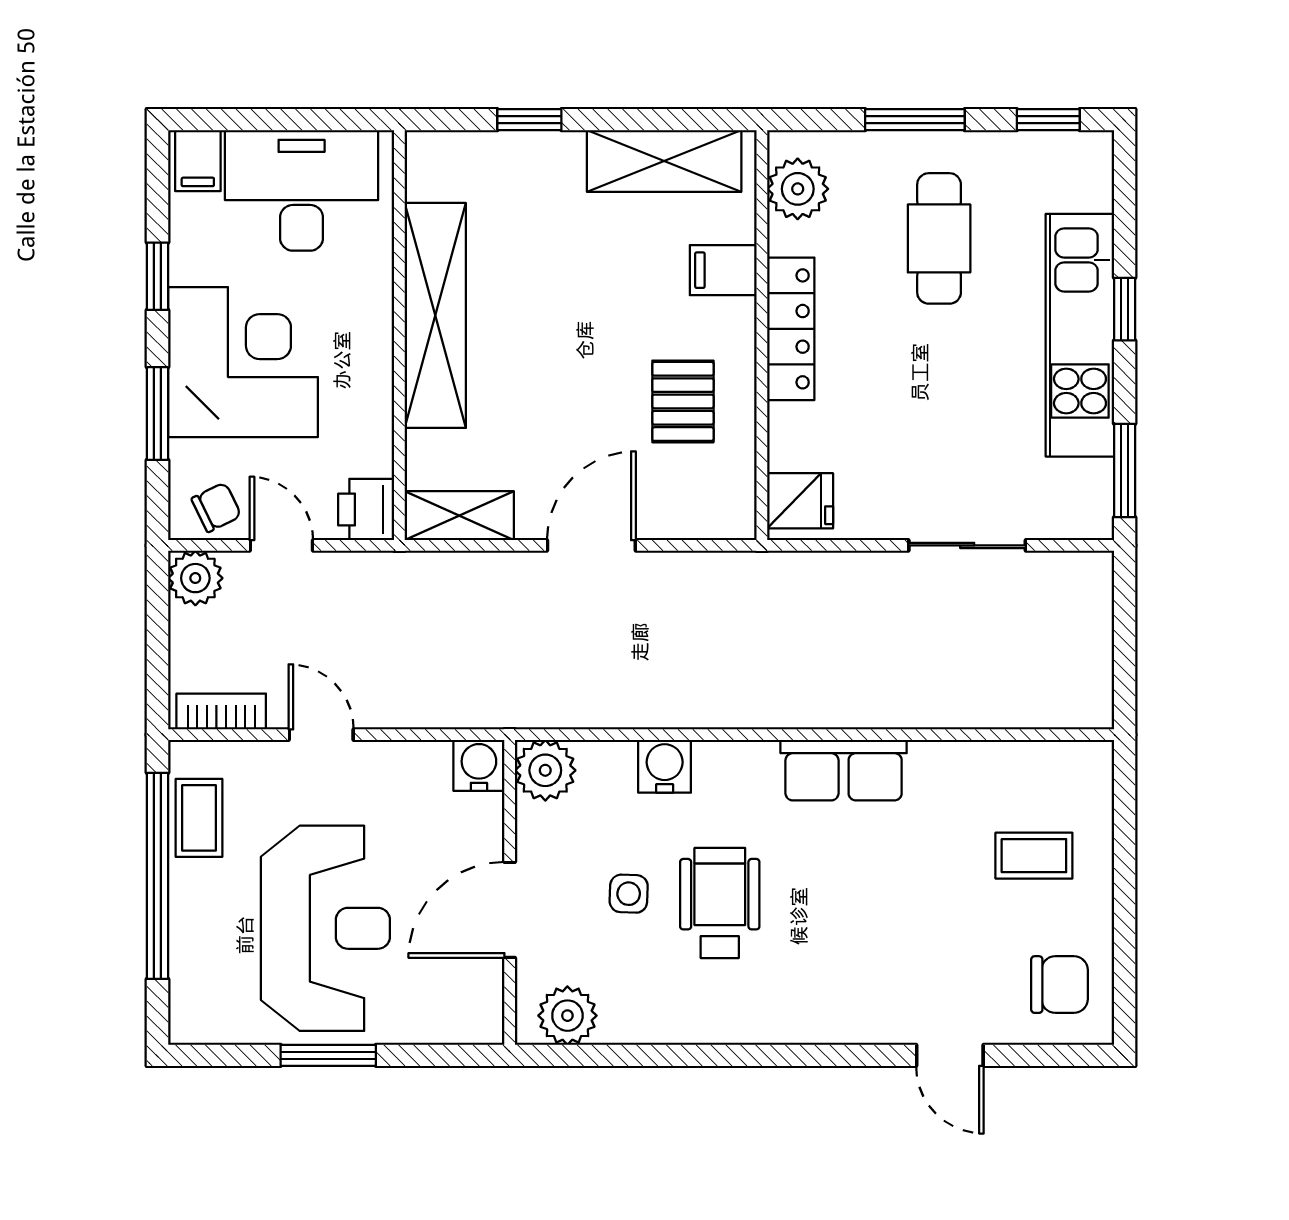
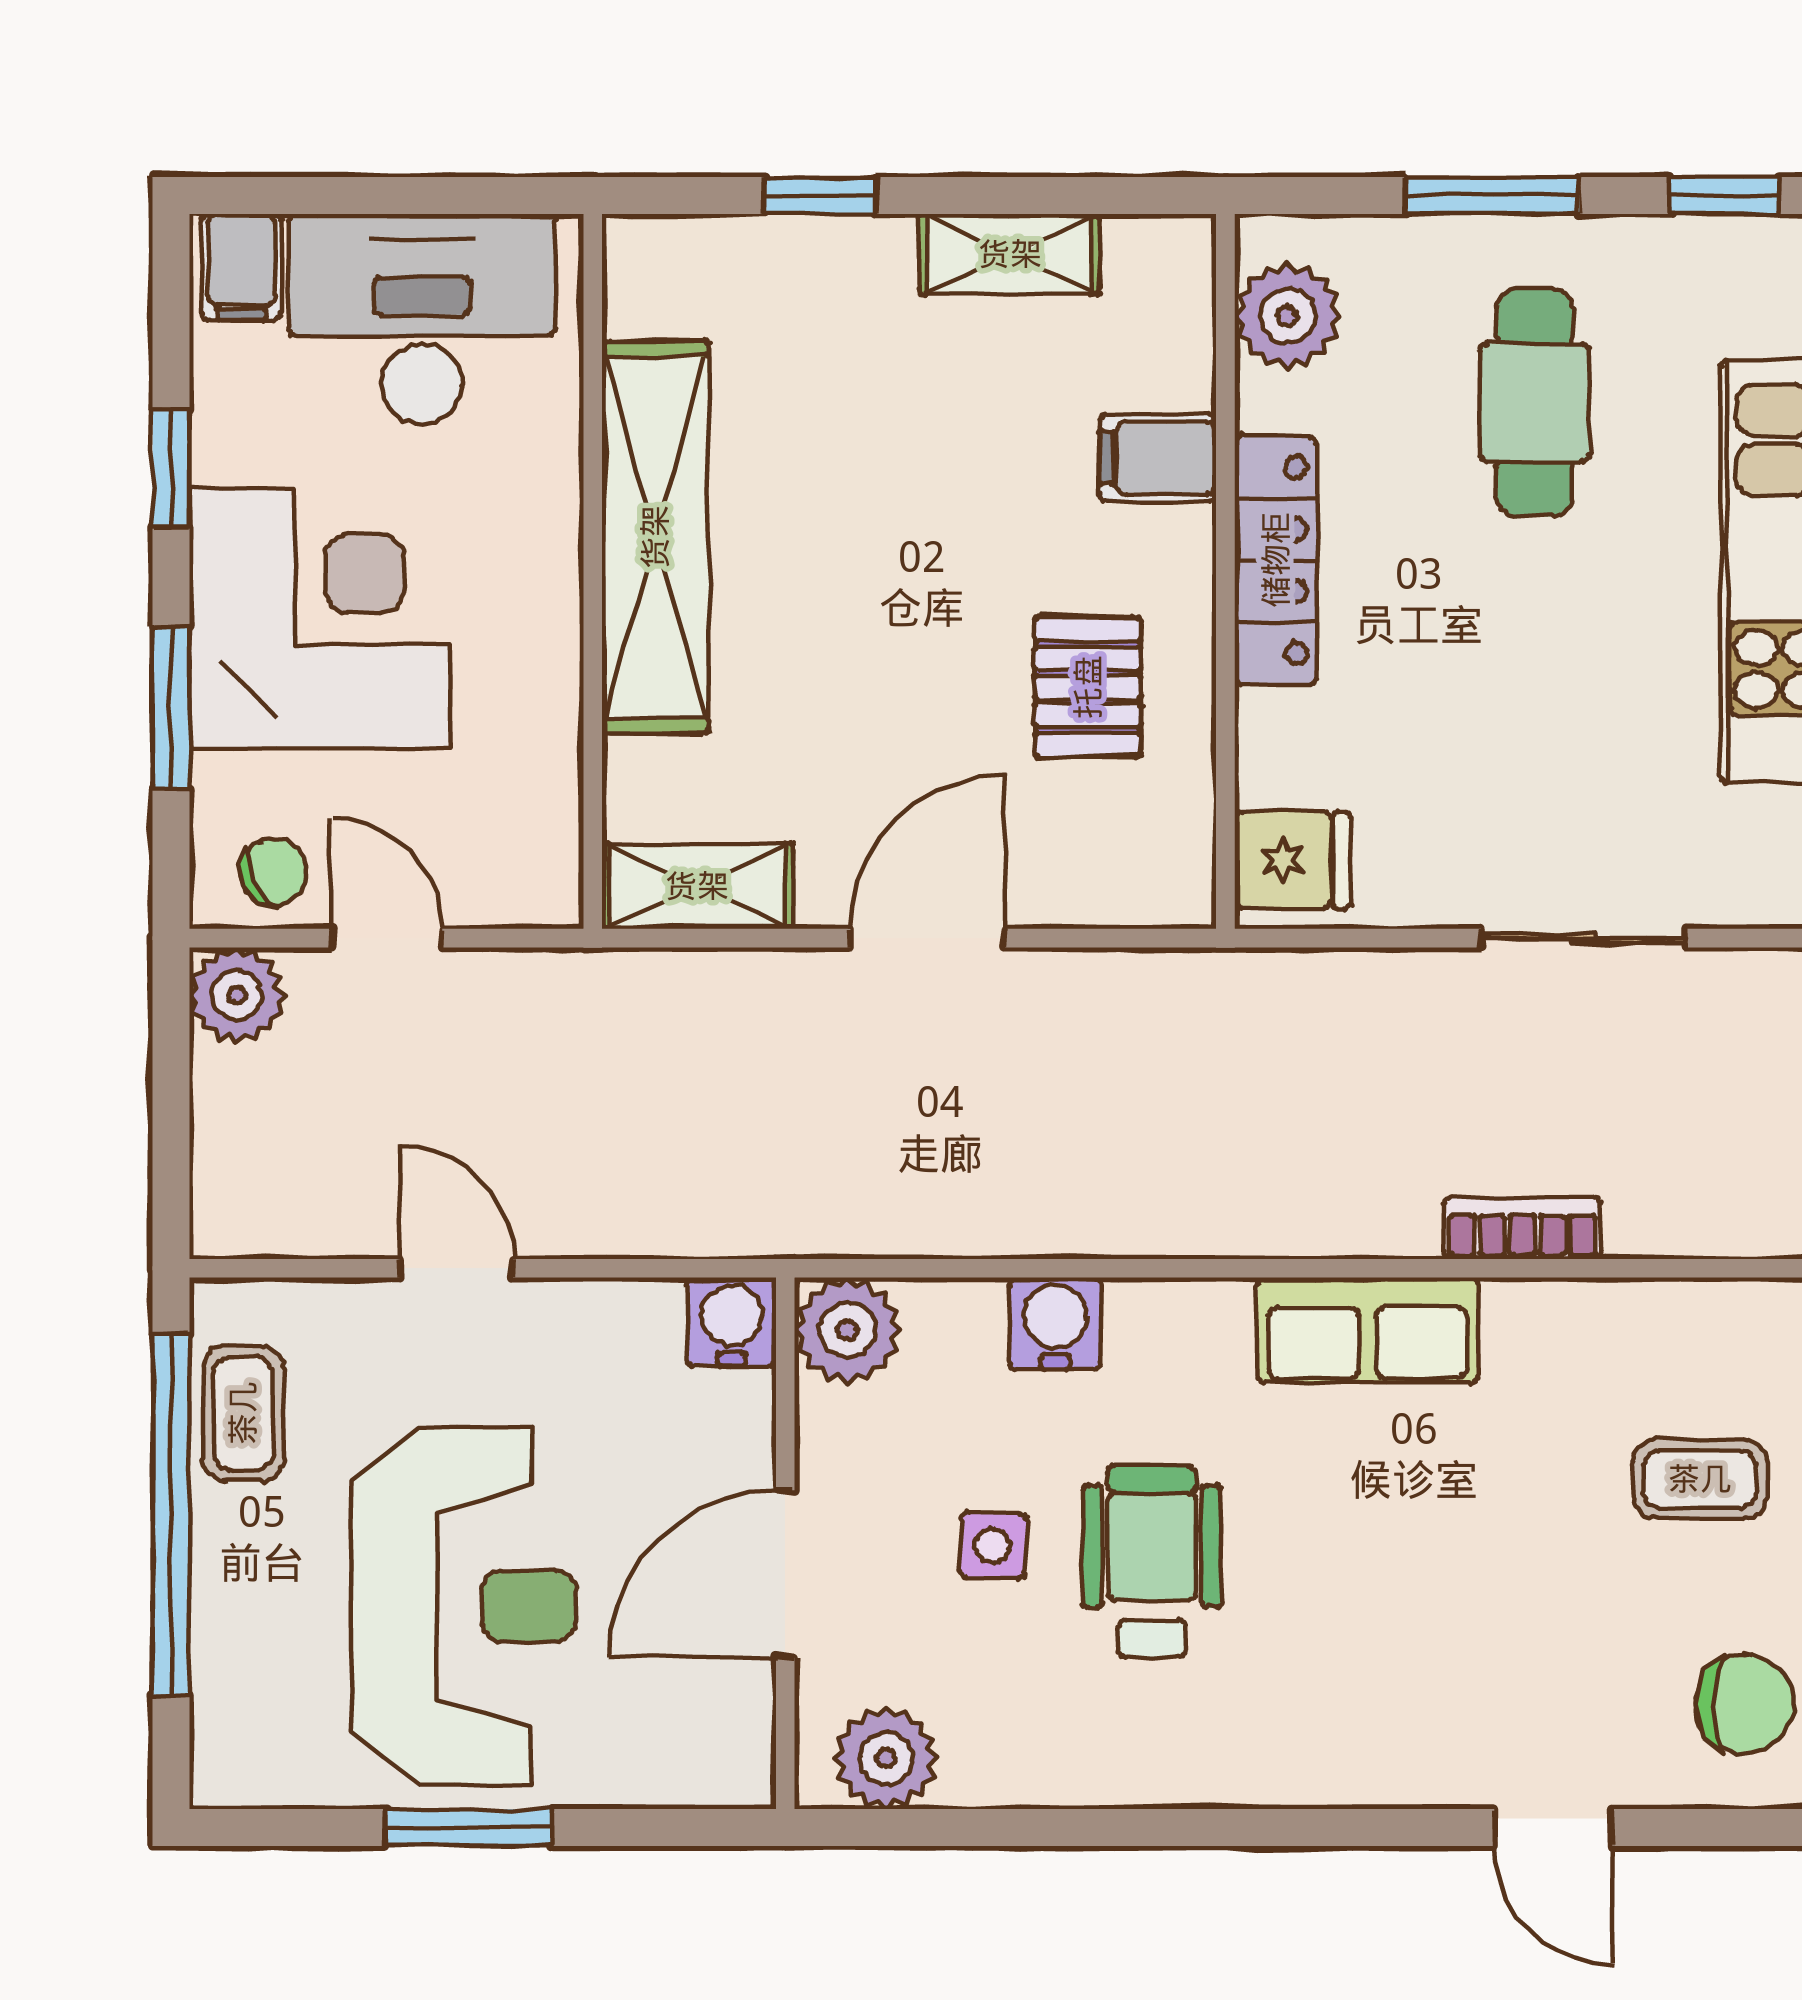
shelving: (664, 161) -> (1010, 254), width x0.67, depth x0.75
printer: (366, 510) -> (535, 875), removed
bookcase: (221, 712) -> (1522, 1228), moved

